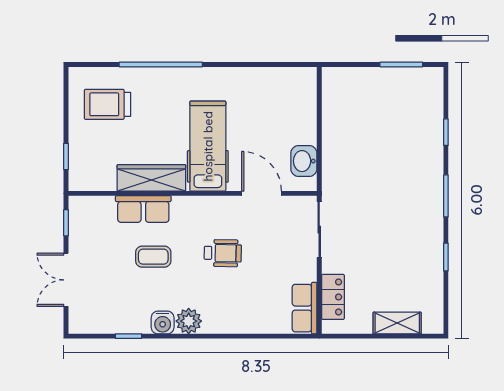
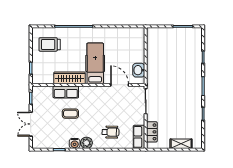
wheelchair: (223, 253) -> (110, 132), moved

